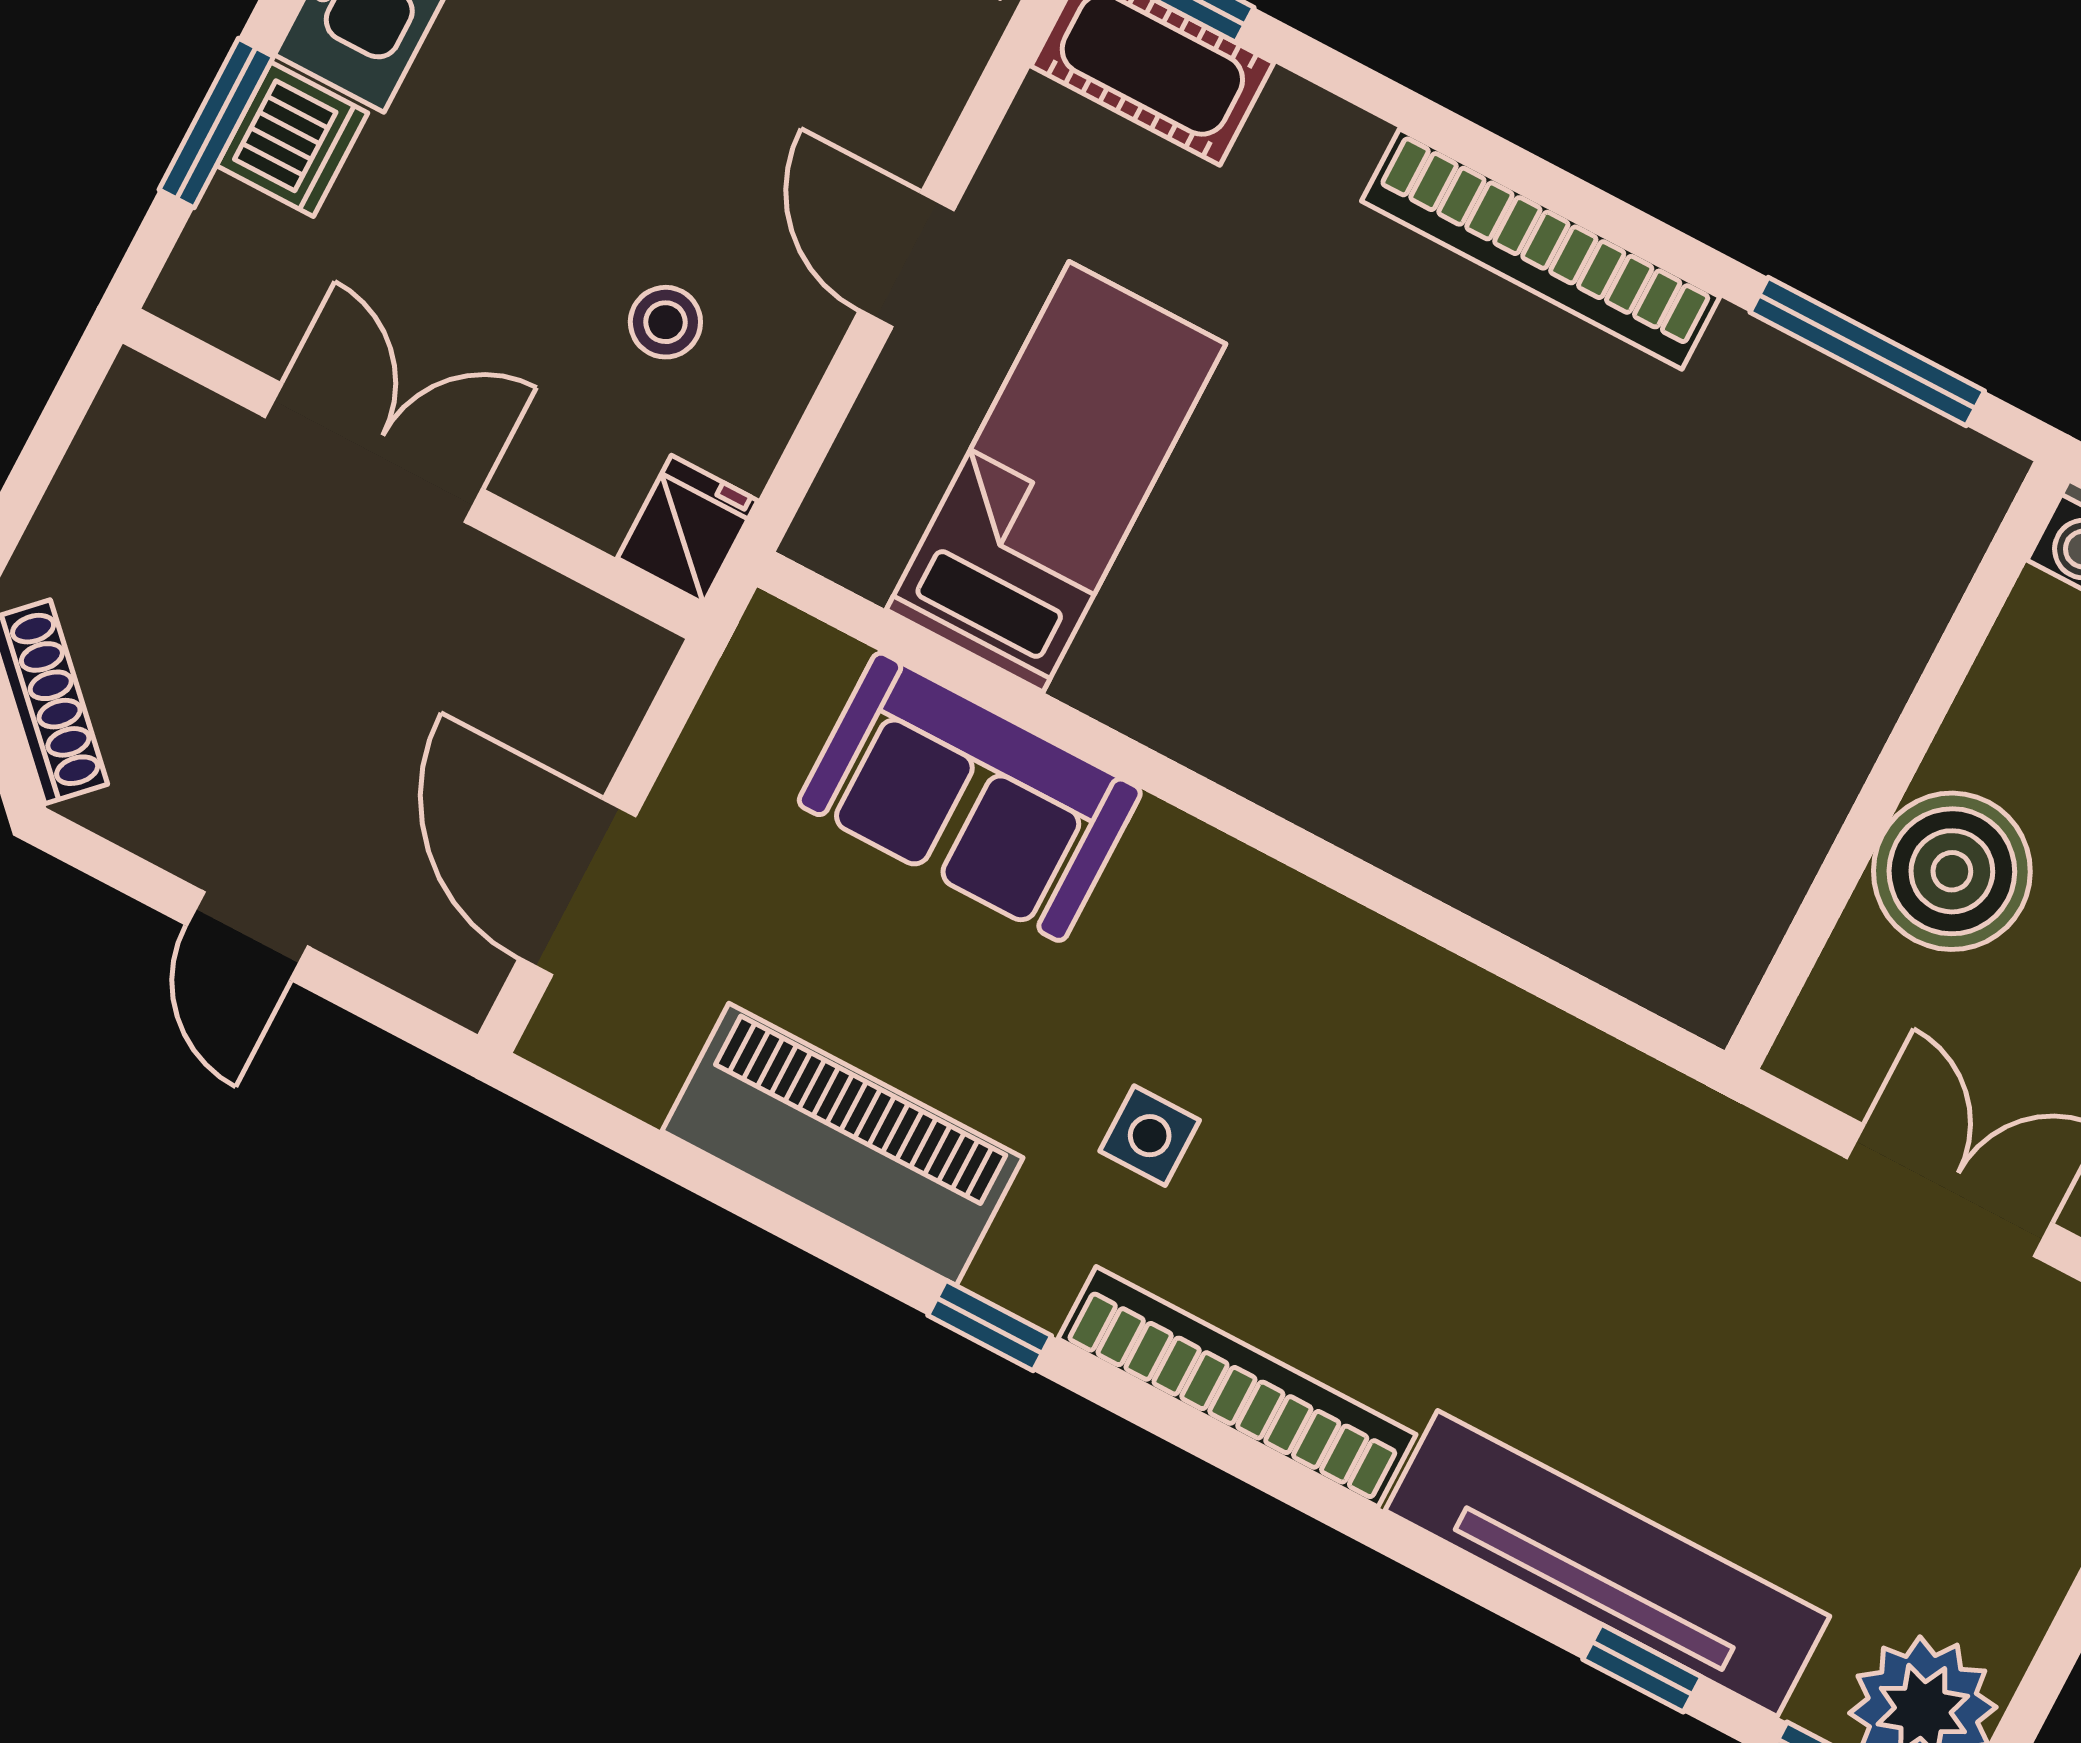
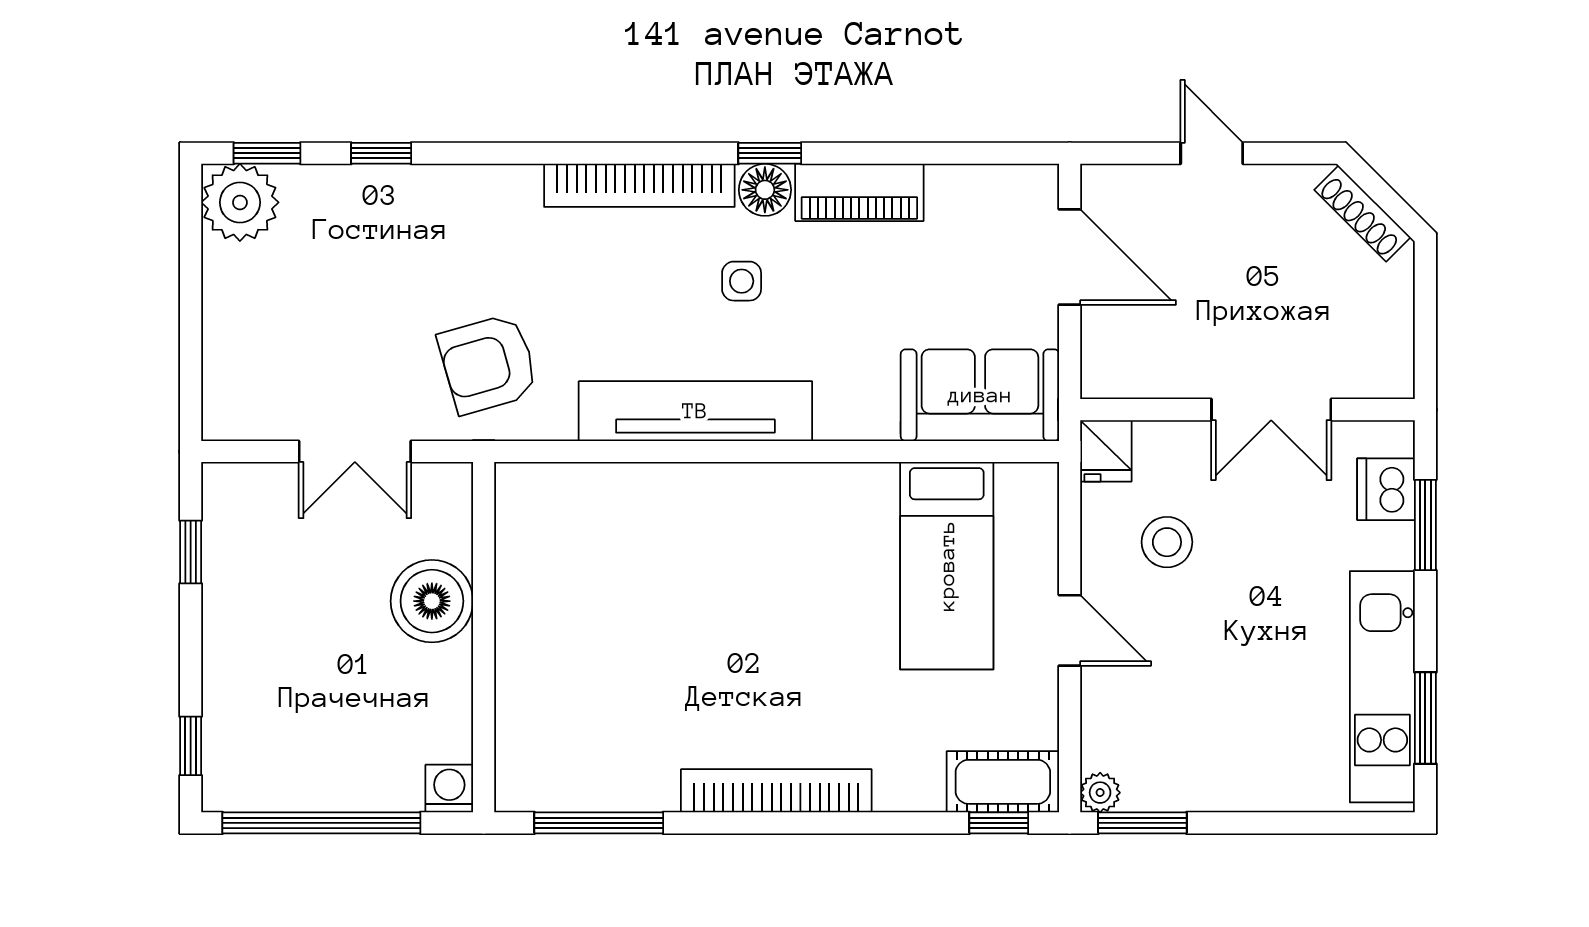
dishwasher: (292, 139) -> (1386, 489), moved
stool: (665, 322) -> (1167, 542), width x1.37, depth x1.37
sofa: (970, 797) -> (980, 395), moved
piano: (843, 1144) -> (859, 192), width x0.73, depth x0.75
armchair: (1648, 1220) -> (488, 364), added
floor lamp: (1030, 1268) -> (765, 190), added
tv unit: (1607, 1563) -> (695, 411), moved, turned 180

